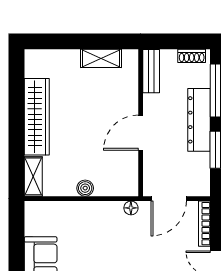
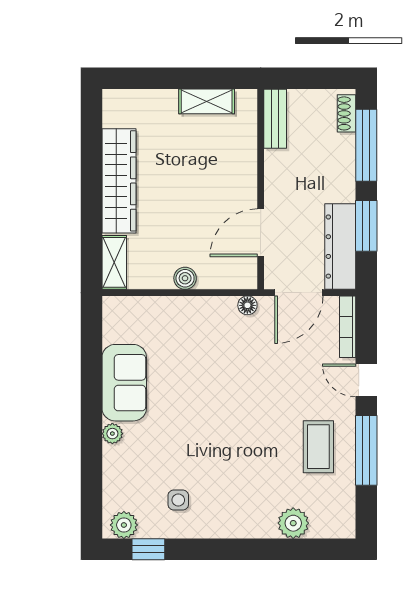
shoe rack: (192, 56) -> (346, 113), moved, turned 90
dresser: (199, 120) -> (340, 247), moved
door: (141, 133) -> (261, 233), moved

